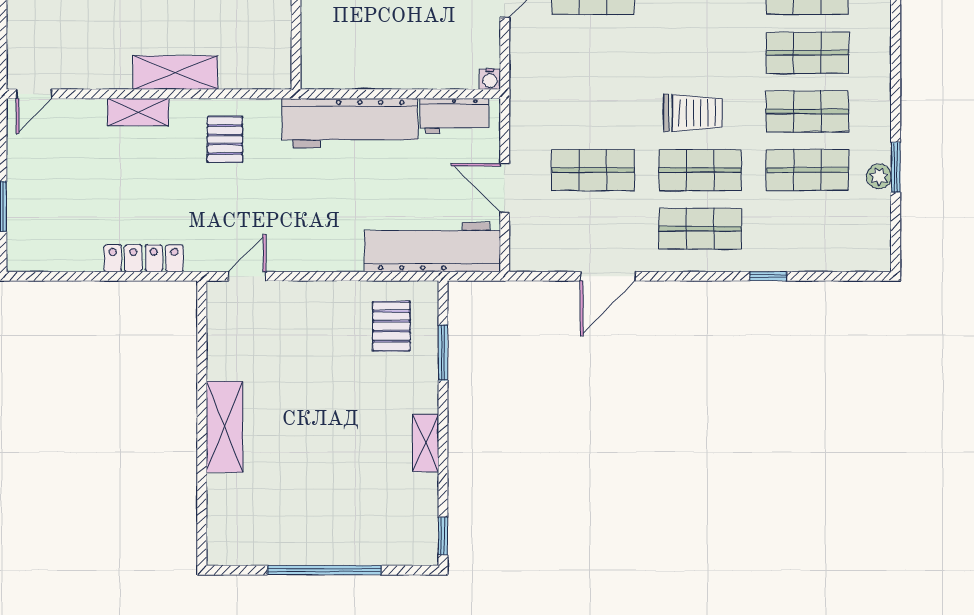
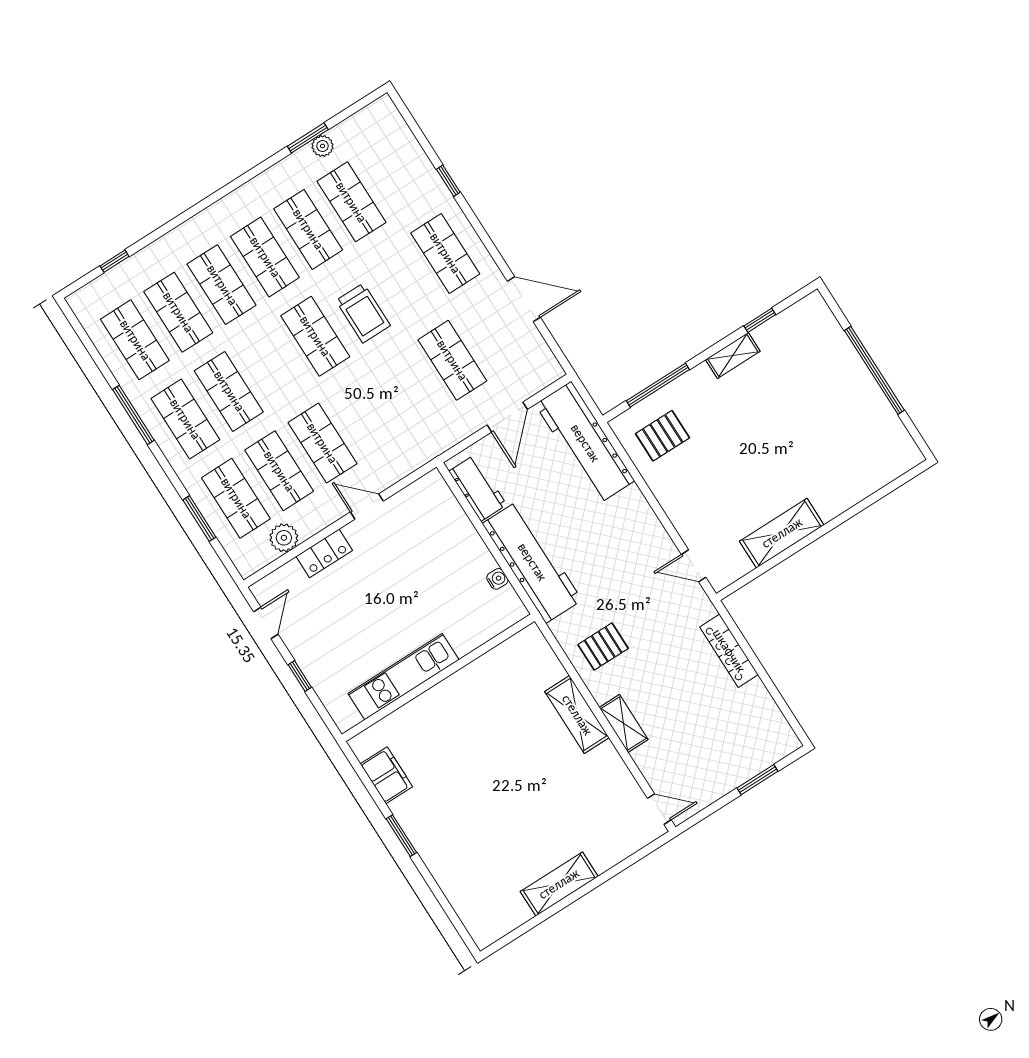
water cooler: (490, 79) -> (497, 579), moved
trolley: (693, 113) -> (363, 313), turned 180
shop shelf: (700, 170) -> (315, 336), moved
window: (443, 353) -> (658, 385), width x1.44
shelving: (225, 427) -> (782, 533), moved
window: (443, 536) -> (760, 320), moved

